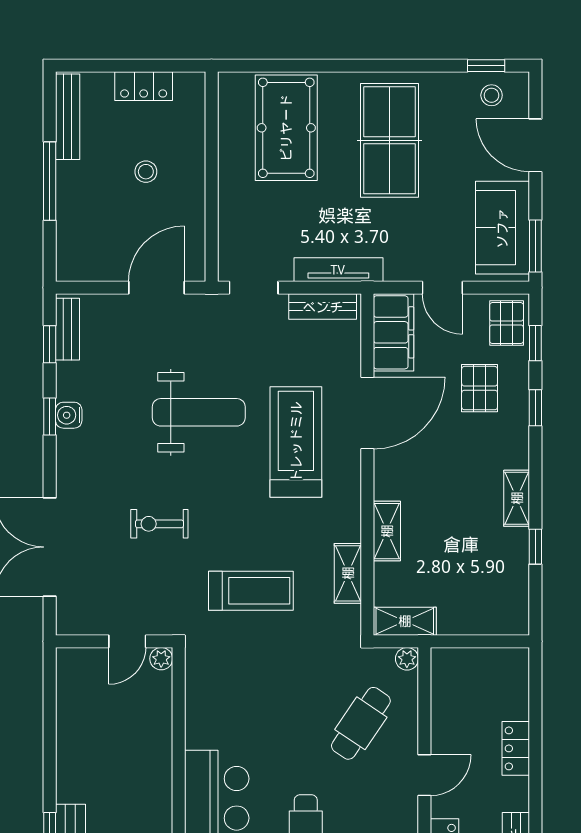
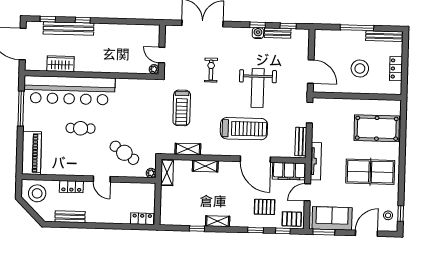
stool: (146, 172) -> (360, 68), width x1.89, depth x1.89
tv unit: (338, 270) -> (316, 161), moved
bench: (67, 329) -> (278, 33), moved
locker: (516, 748) -> (142, 219), moved

